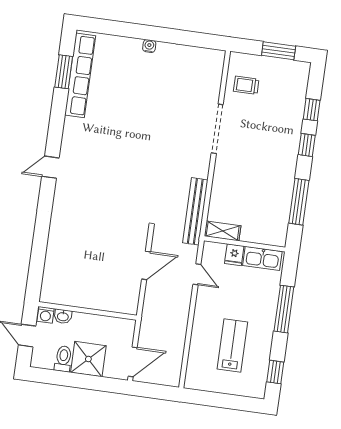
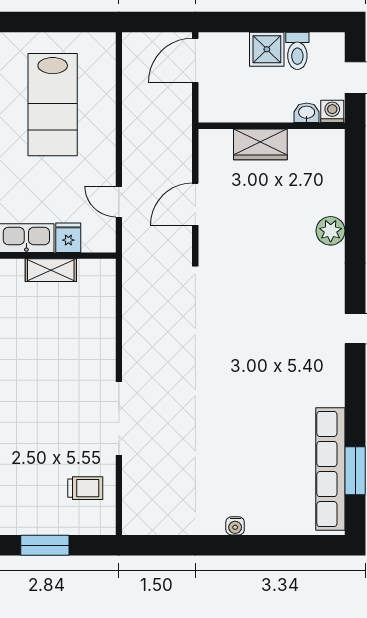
bench: (195, 211) -> (134, 293), removed
shelving: (223, 231) -> (51, 270), moved
plant: (58, 235) -> (331, 231), added
wardrobe: (97, 299) -> (260, 144), added
lab bench: (232, 345) -> (53, 105), width x1.36, depth x1.39
shower: (88, 359) -> (267, 49), width x0.73, depth x0.73

